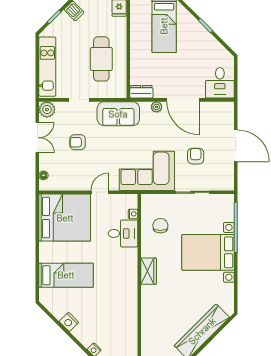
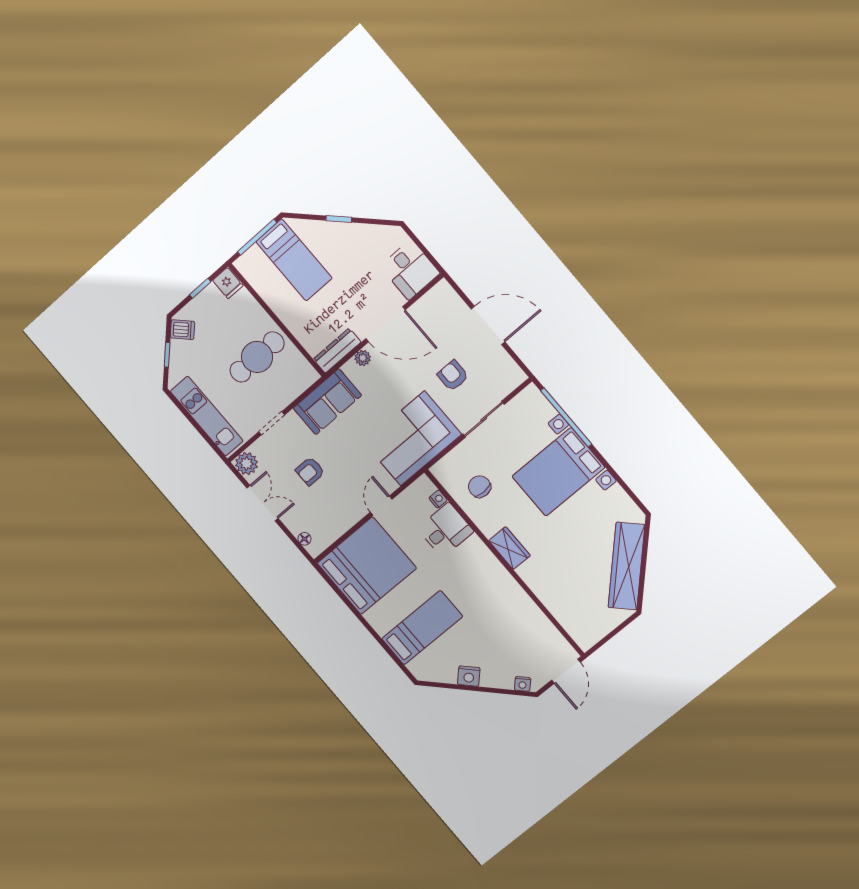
cafe table: (101, 59) -> (257, 357), turned 90
dresser: (141, 92) -> (337, 351), width x1.44

